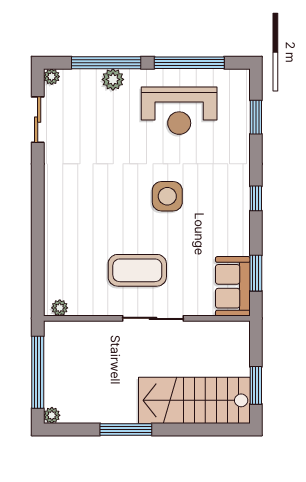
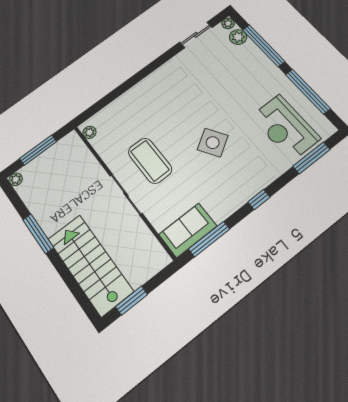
plant: (113, 79) -> (238, 37), moved
reception desk: (179, 111) -> (285, 127), moved
window: (256, 117) -> (311, 158), width x1.44
side table: (167, 196) -> (213, 143), turned -32
window: (256, 273) -> (209, 239), width x1.44
window: (38, 372) -> (38, 150), width x0.68

